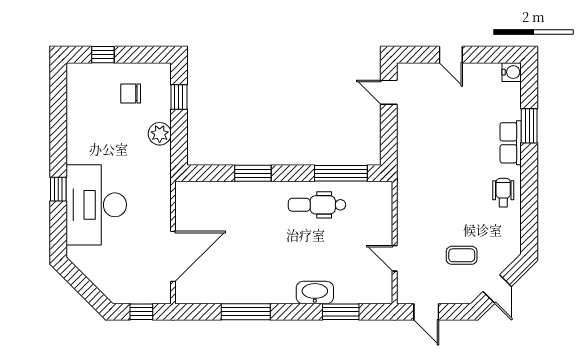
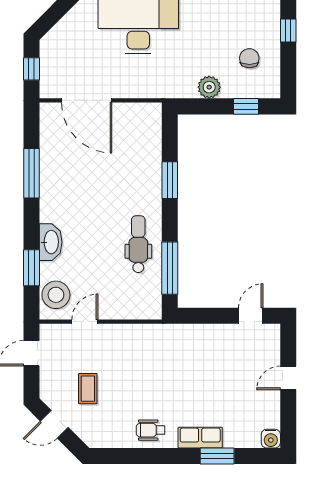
wheelchair: (503, 193) -> (151, 430), turned 180
stool: (368, 287) -> (56, 295), added

